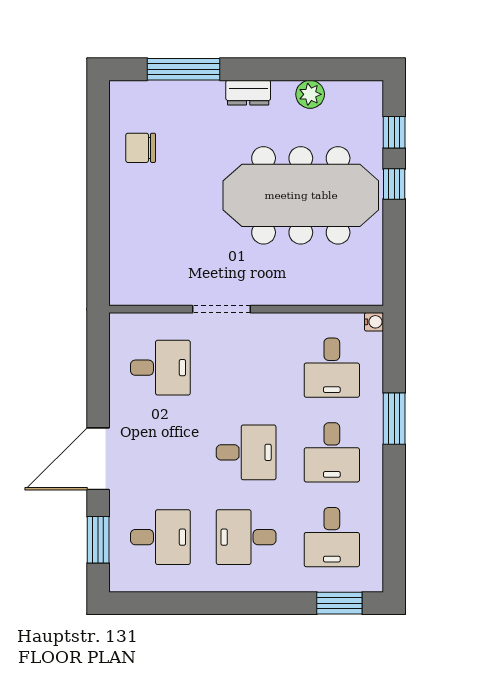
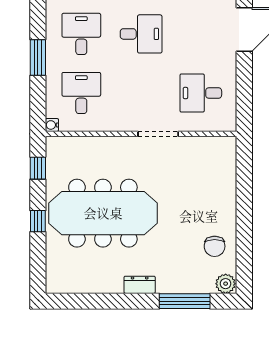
plant: (310, 94) -> (226, 284), moved
window: (394, 132) -> (38, 168), moved
chair: (141, 148) -> (215, 246), turned 90
desk: (246, 452) -> (141, 34), turned 180

